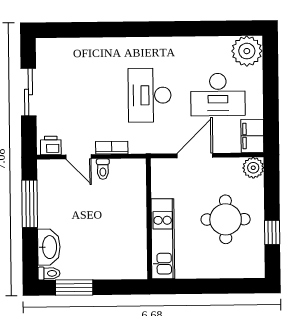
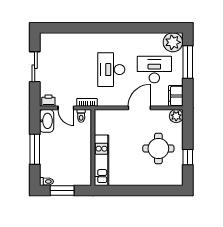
window: (271, 82) -> (188, 62), added
desk: (218, 95) -> (154, 70), turned 180
window: (30, 204) -> (35, 149), moved
wall: (149, 219) -> (93, 148), moved
kitchen unit: (163, 239) -> (102, 160), moved
washbasin: (49, 247) -> (47, 121), moved

